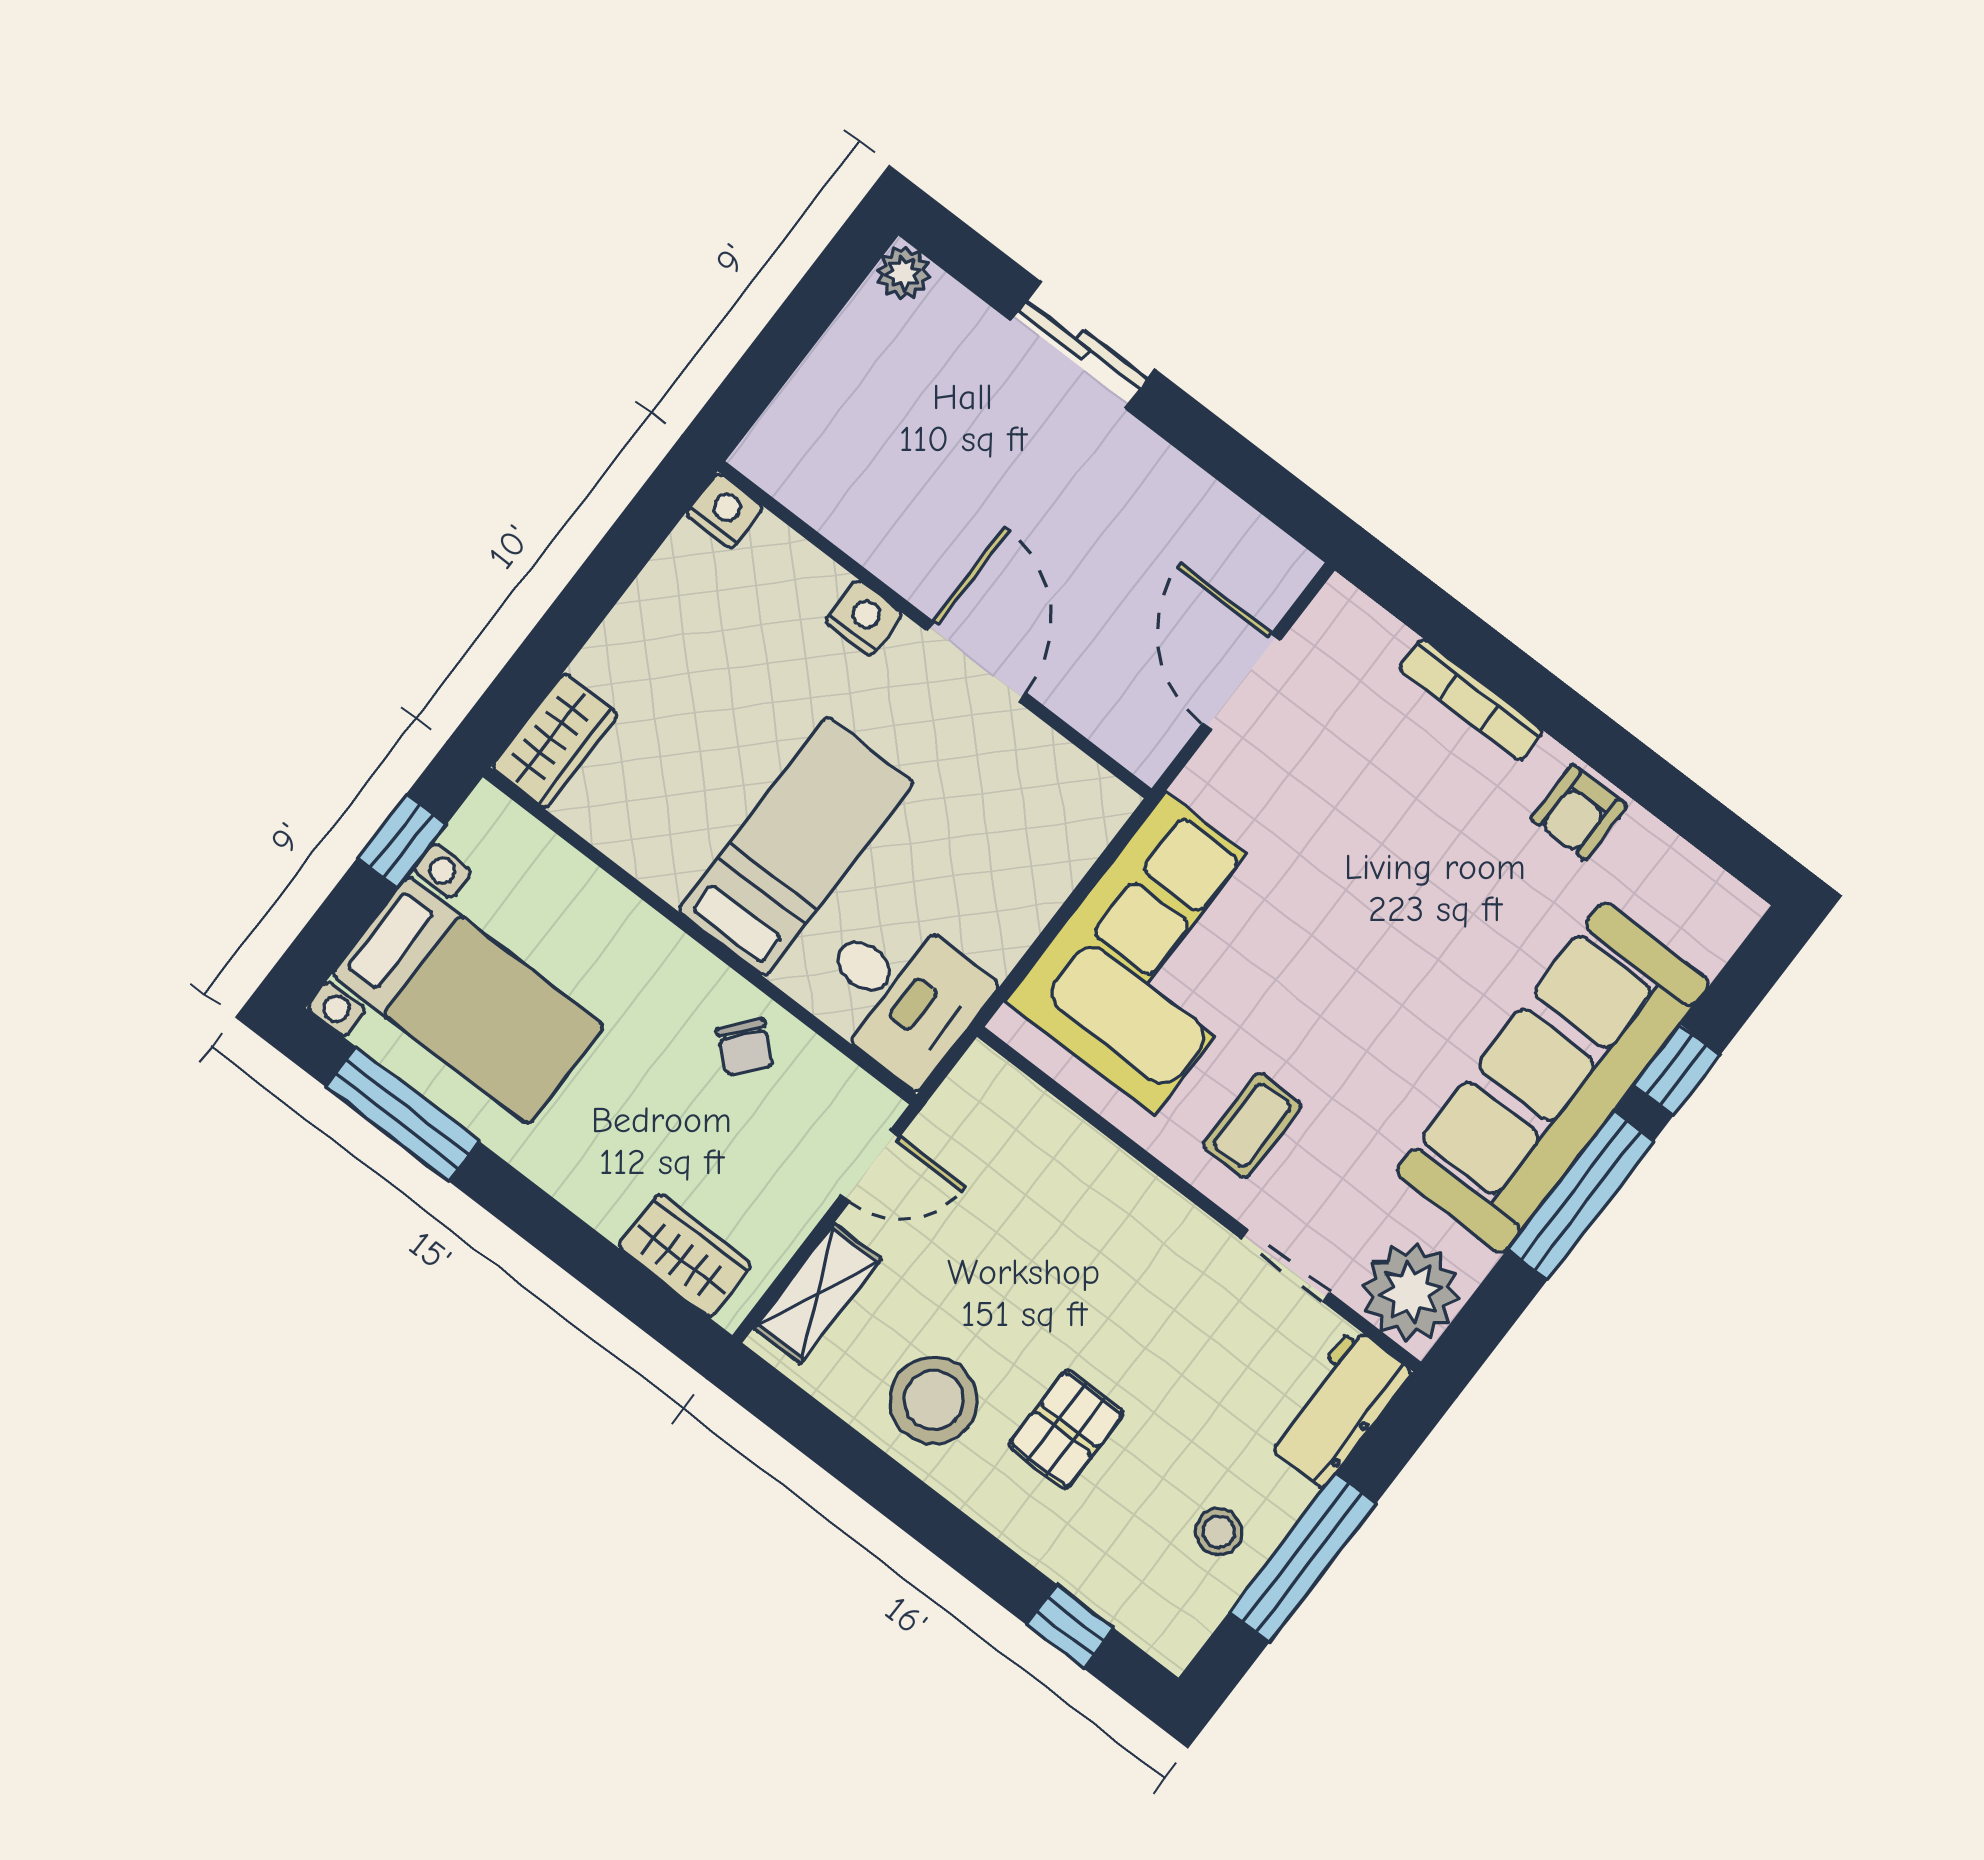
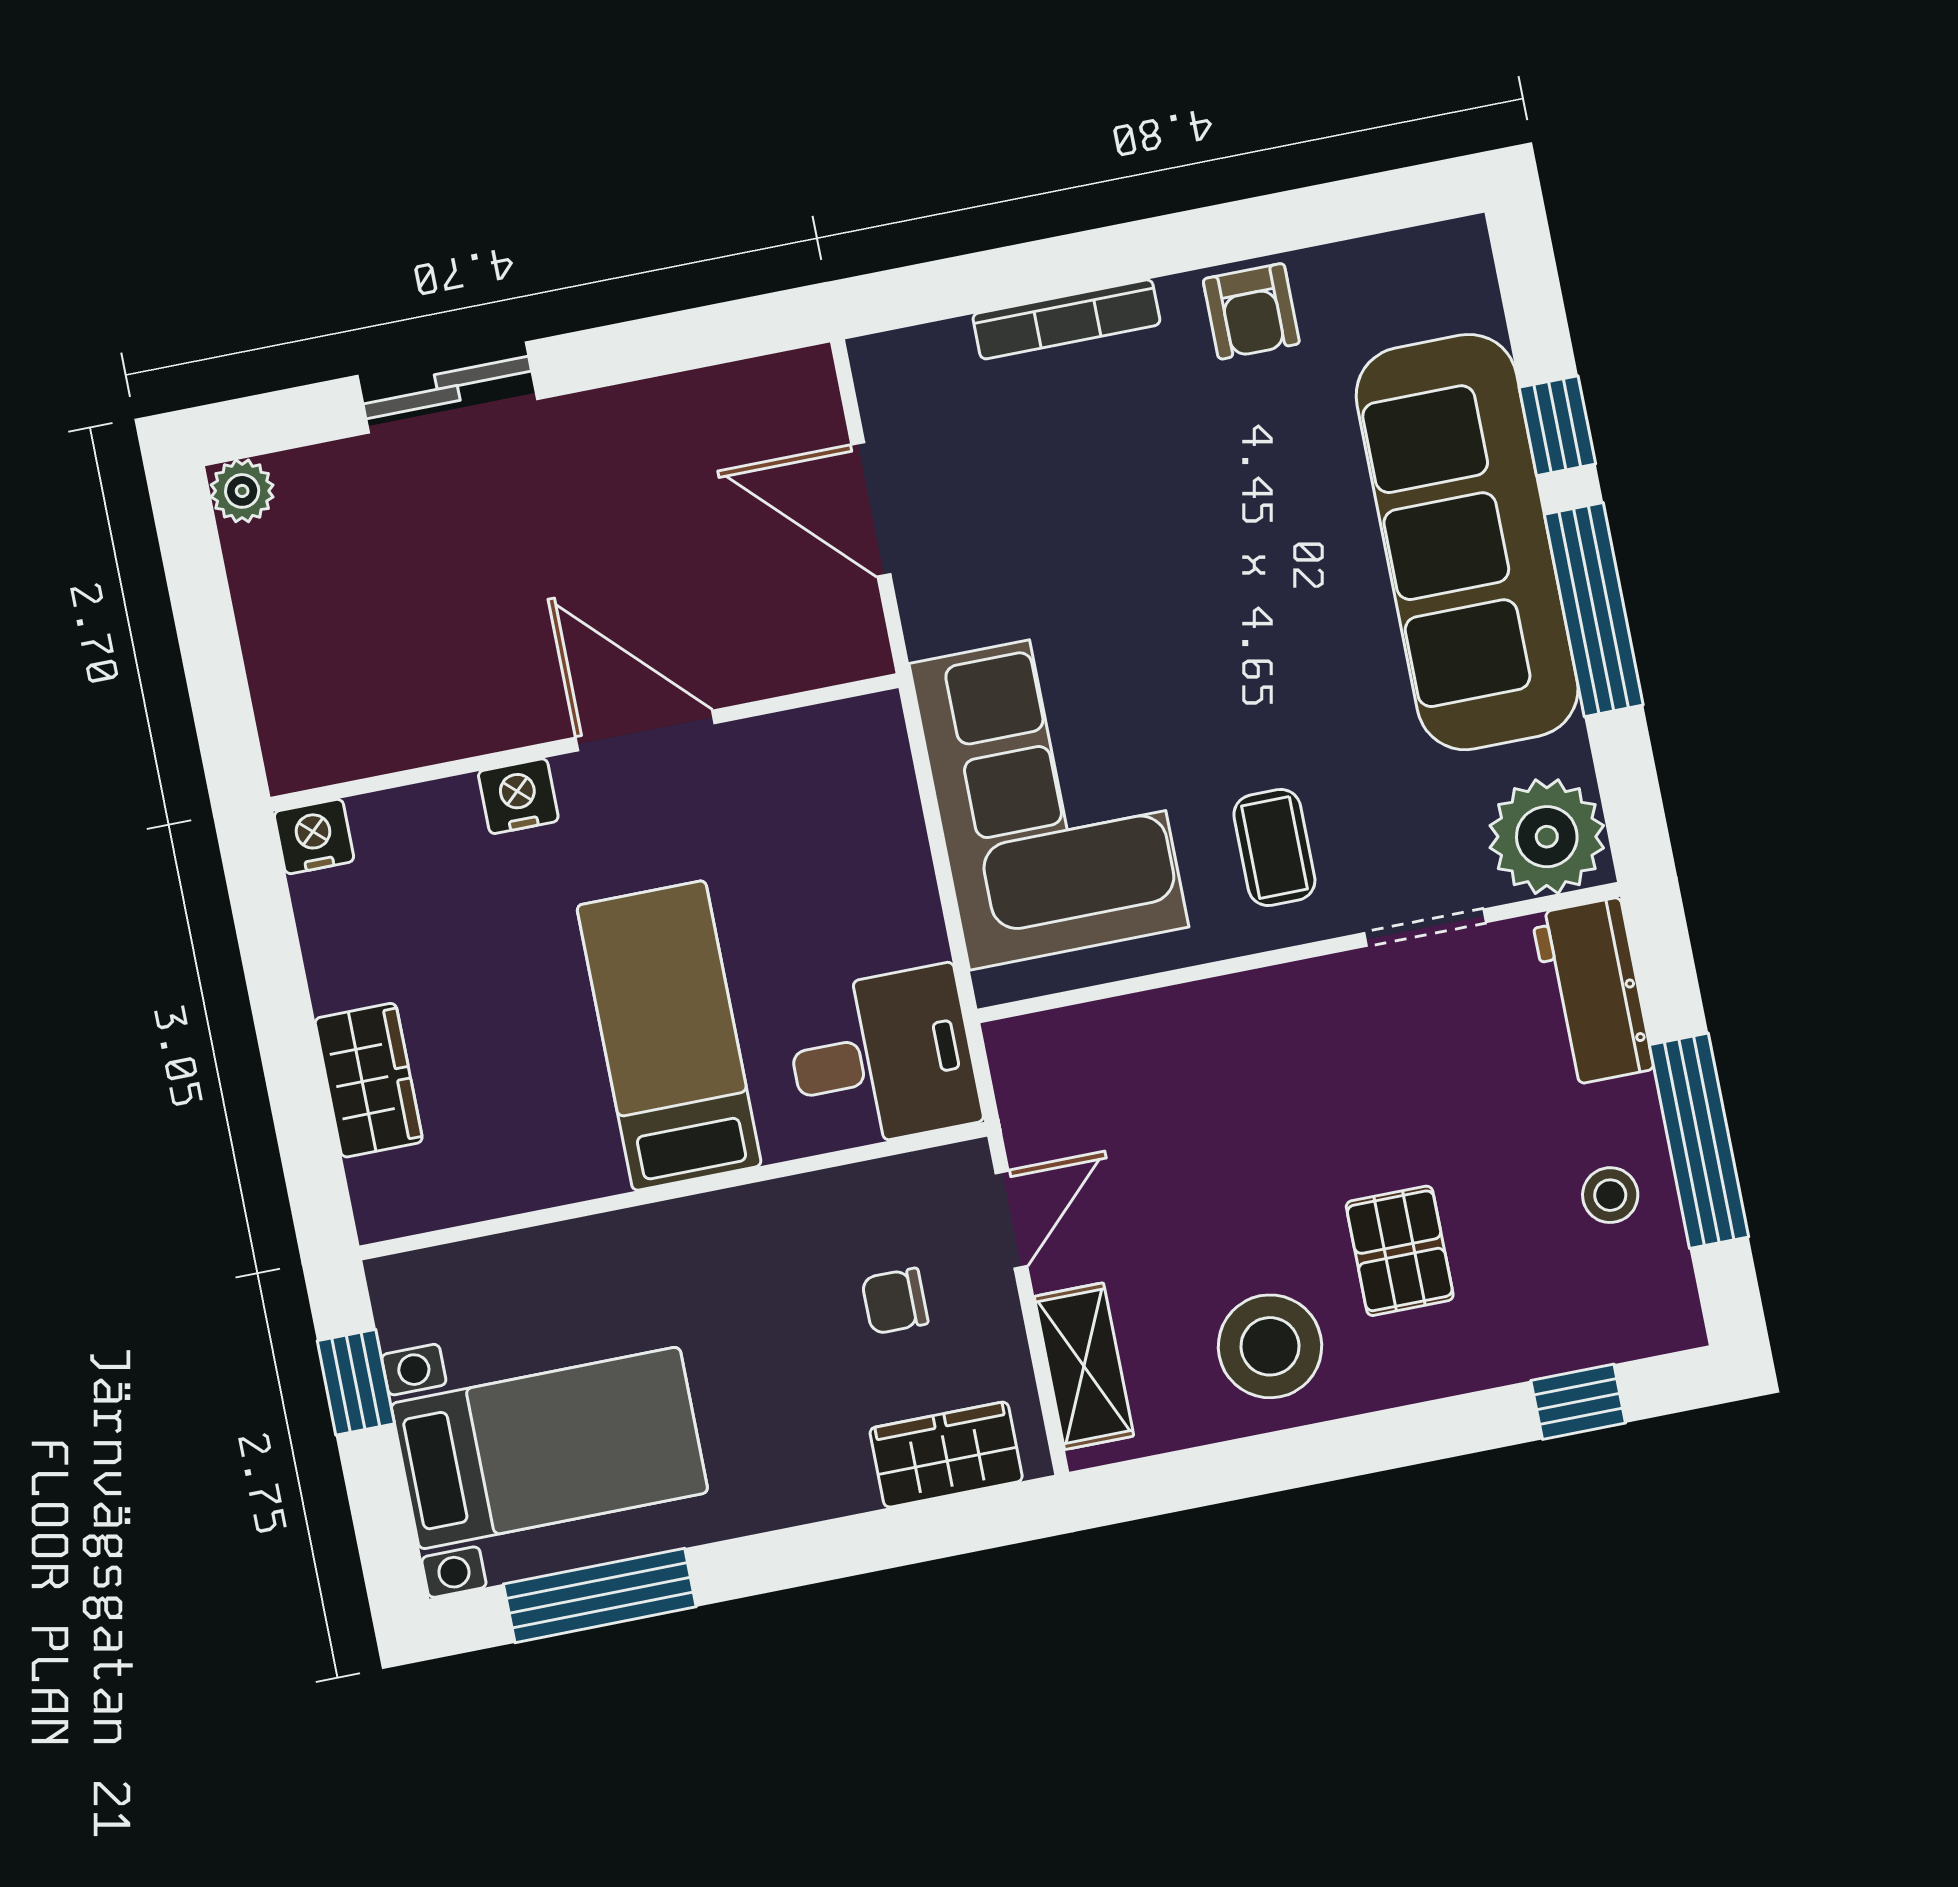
wardrobe: (555, 741) -> (369, 1080), moved
chair: (745, 1047) -> (895, 1301), moved, turned 140

